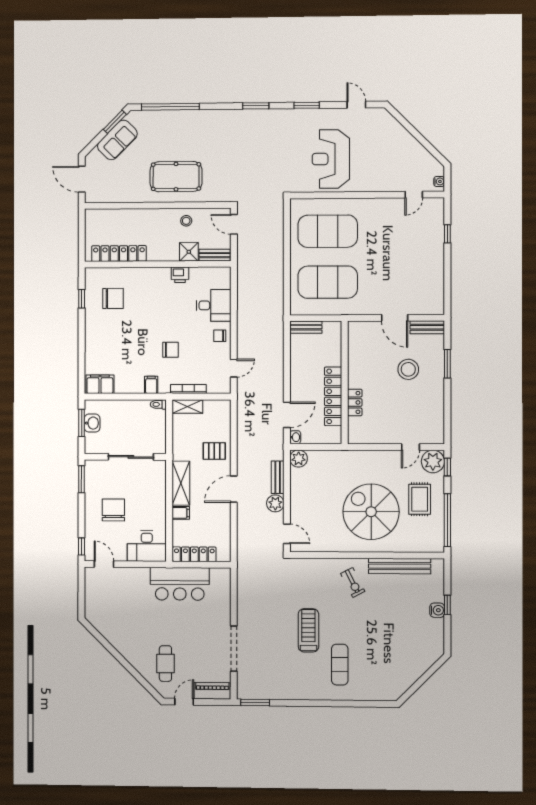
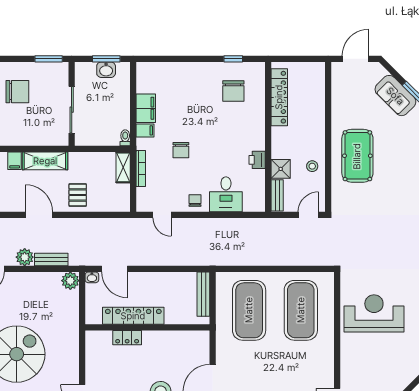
bench: (306, 327) -> (203, 294), width x1.36
filing cabinet: (100, 384) -> (146, 108), moved

